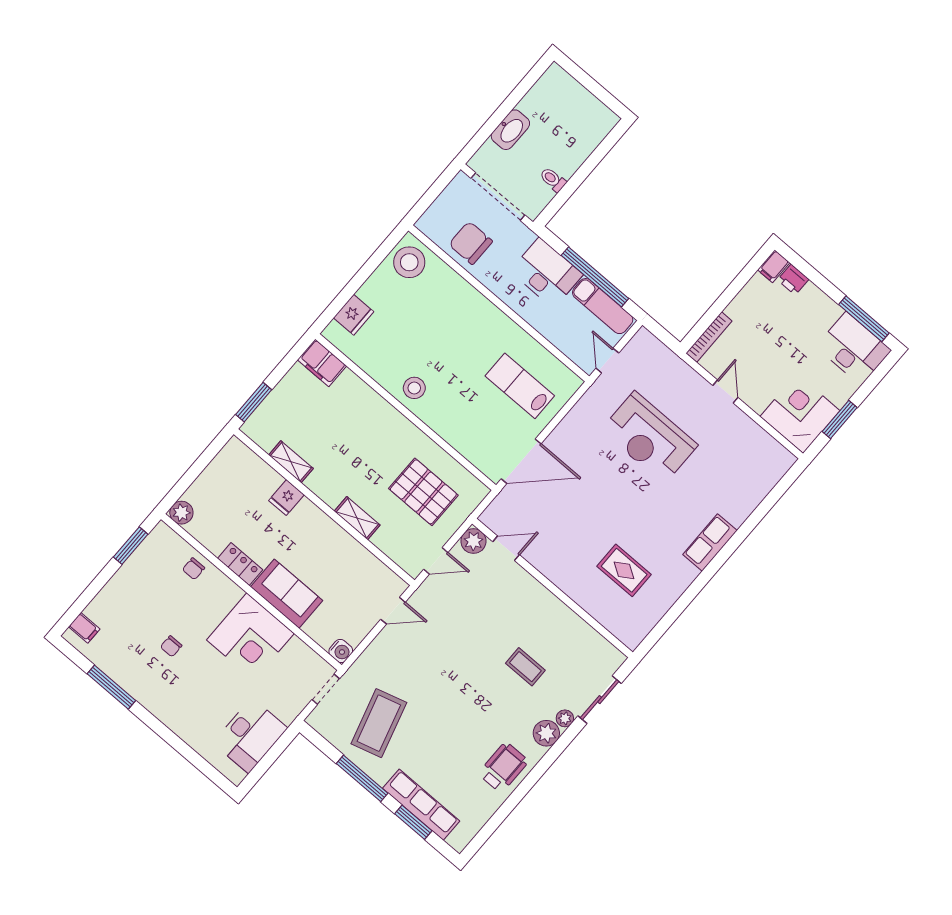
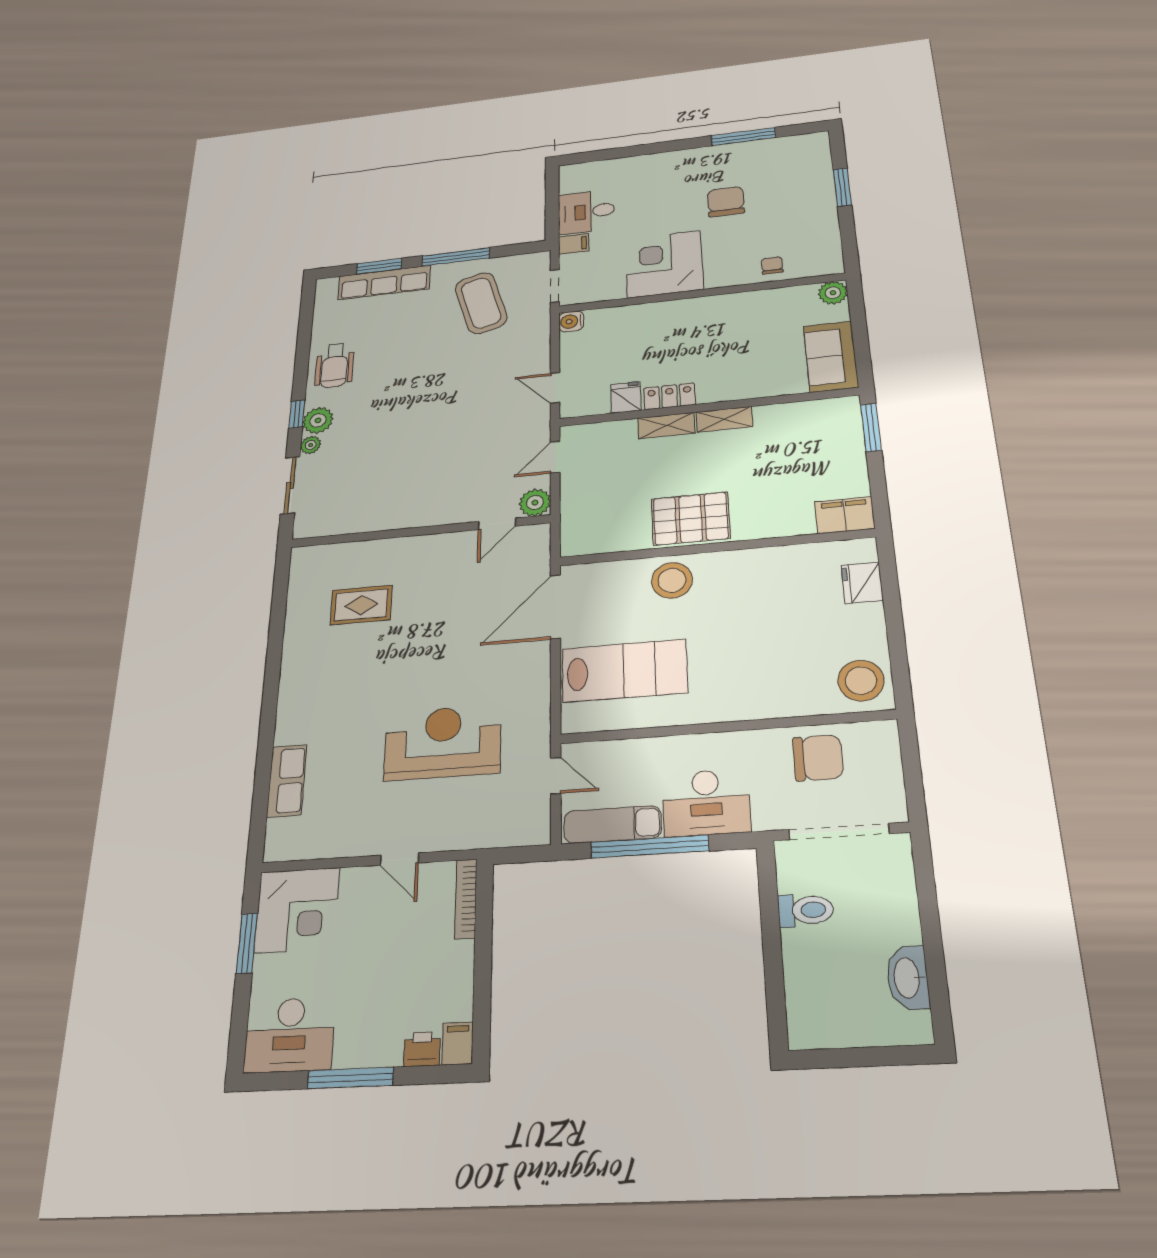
washbasin: (510, 130) -> (908, 978), moved
toilet: (553, 180) -> (806, 910), width x1.37, depth x1.39
window: (864, 319) -> (351, 1078), moved
lab bench: (520, 386) -> (624, 671), width x1.36, depth x1.39
stool: (414, 388) -> (672, 580), moved, width x1.38, depth x1.38
shelving: (291, 462) -> (724, 419), moved
pallet: (423, 492) -> (691, 519), moved
fridge: (286, 498) -> (626, 397), moved
row of seats: (710, 542) -> (287, 781), moved
window: (131, 546) -> (842, 187), moved
locker: (240, 564) -> (669, 396), moved, turned 180
sofa: (287, 594) -> (831, 357), moved, turned 90
door: (393, 611) -> (555, 388), hinge flipped
filing cabinet: (84, 628) -> (574, 244), moved, turned 180
chair: (171, 646) -> (726, 202), width x1.87, depth x1.87
coffee table: (525, 667) -> (386, 451), removed
desk: (250, 735) -> (586, 212), width x0.73
window: (555, 752) -> (297, 414), added

